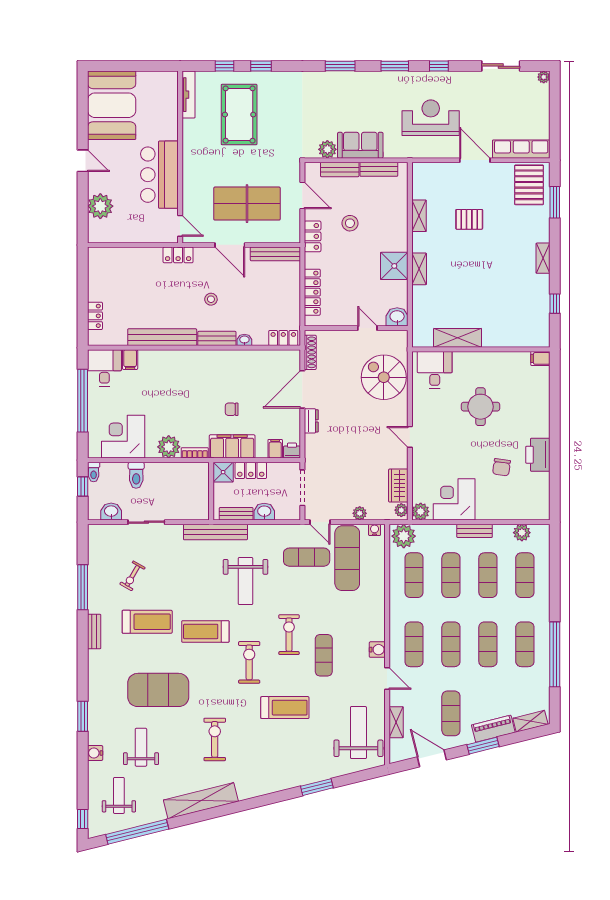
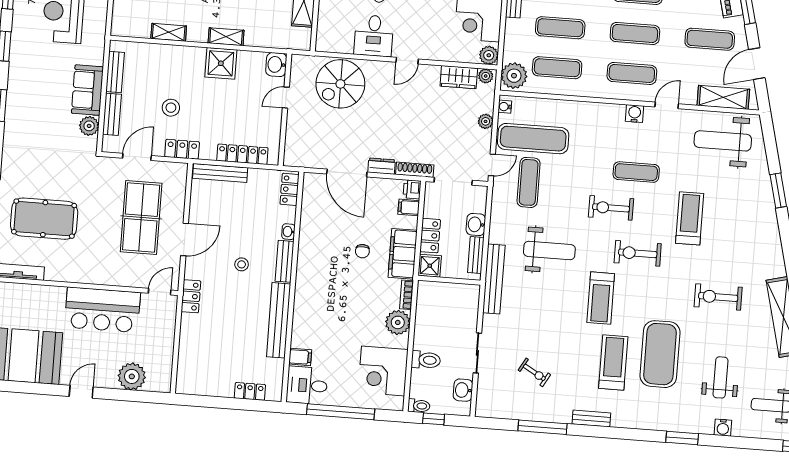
bench: (275, 254) -> (220, 173), moved, turned 90
shoe rack: (310, 352) -> (415, 170), moved
desk: (435, 370) -> (374, 36), moved, turned -90
treadmill: (147, 622) -> (613, 363), moved
shelving: (396, 722) -> (723, 97), width x1.50, depth x1.33
weight bench: (141, 747) -> (721, 377), turned 90

